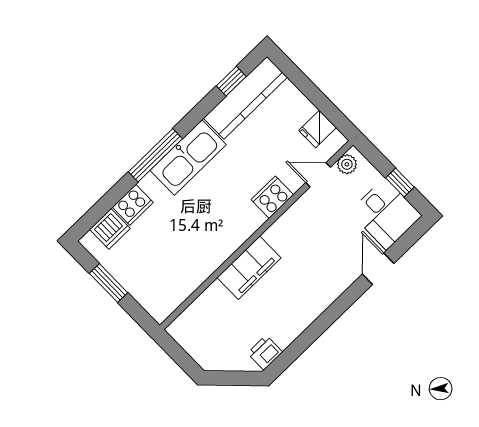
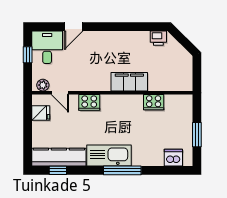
cooker: (133, 205) -> (154, 102), moved, turned 180

